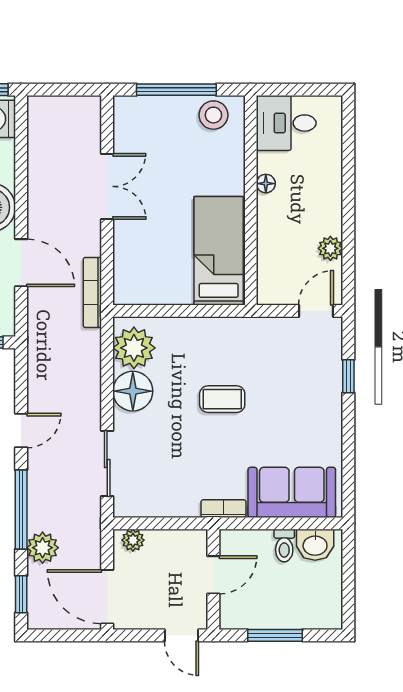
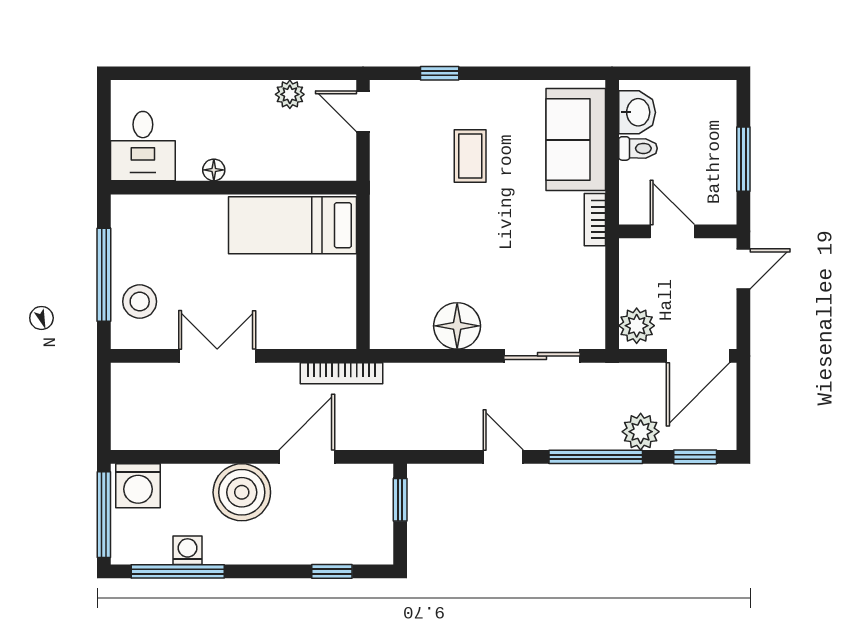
stool: (213, 115) -> (140, 302), moved
plant: (134, 348) -> (406, 325), removed
coffee table: (222, 399) -> (470, 156), moved
plant: (133, 540) -> (637, 326), width x1.38, depth x1.38

